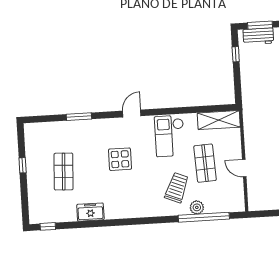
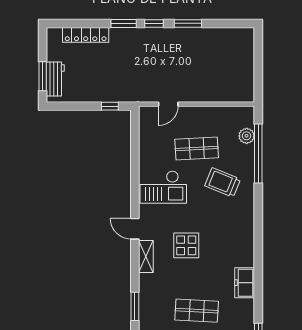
window: (236, 54) -> (110, 106), moved
window: (79, 117) -> (135, 306), moved
shelving: (219, 120) -> (146, 256), moved, width x0.67, depth x0.75
door: (244, 168) -> (168, 104), moved
plant: (197, 207) -> (247, 136), moved

